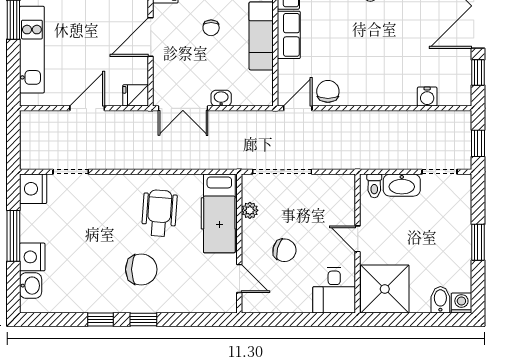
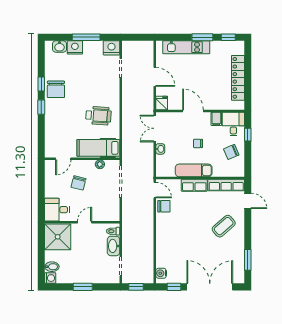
water cooler: (427, 97) -> (161, 273), moved
chair: (141, 269) -> (56, 89), moved

